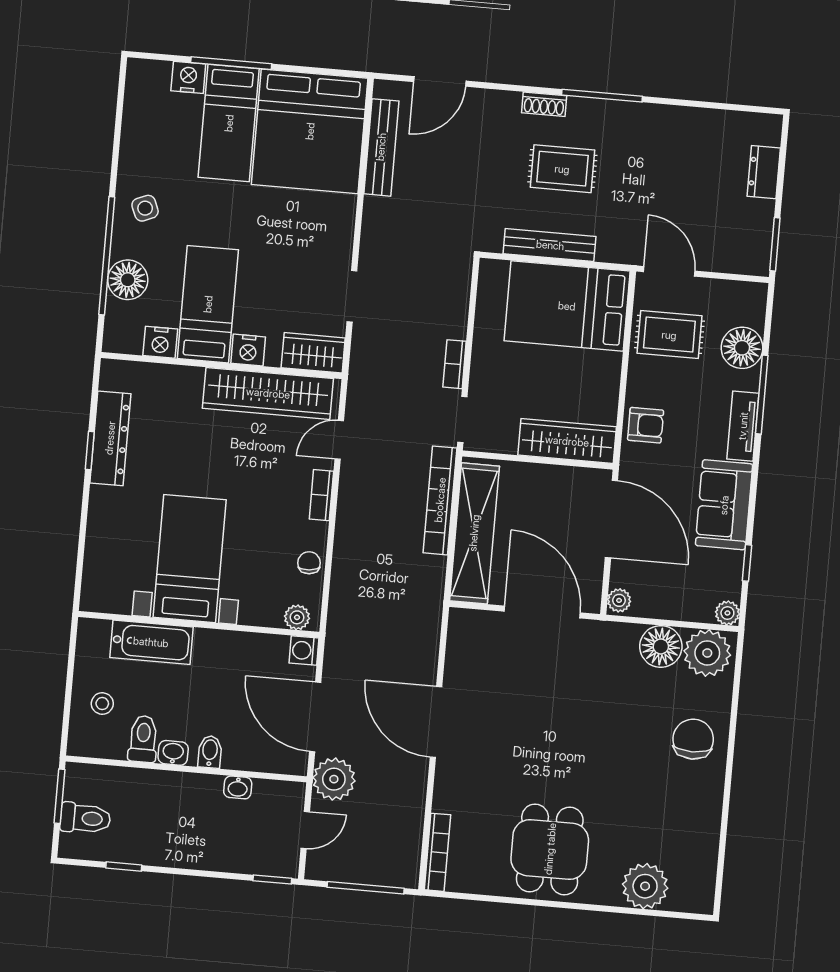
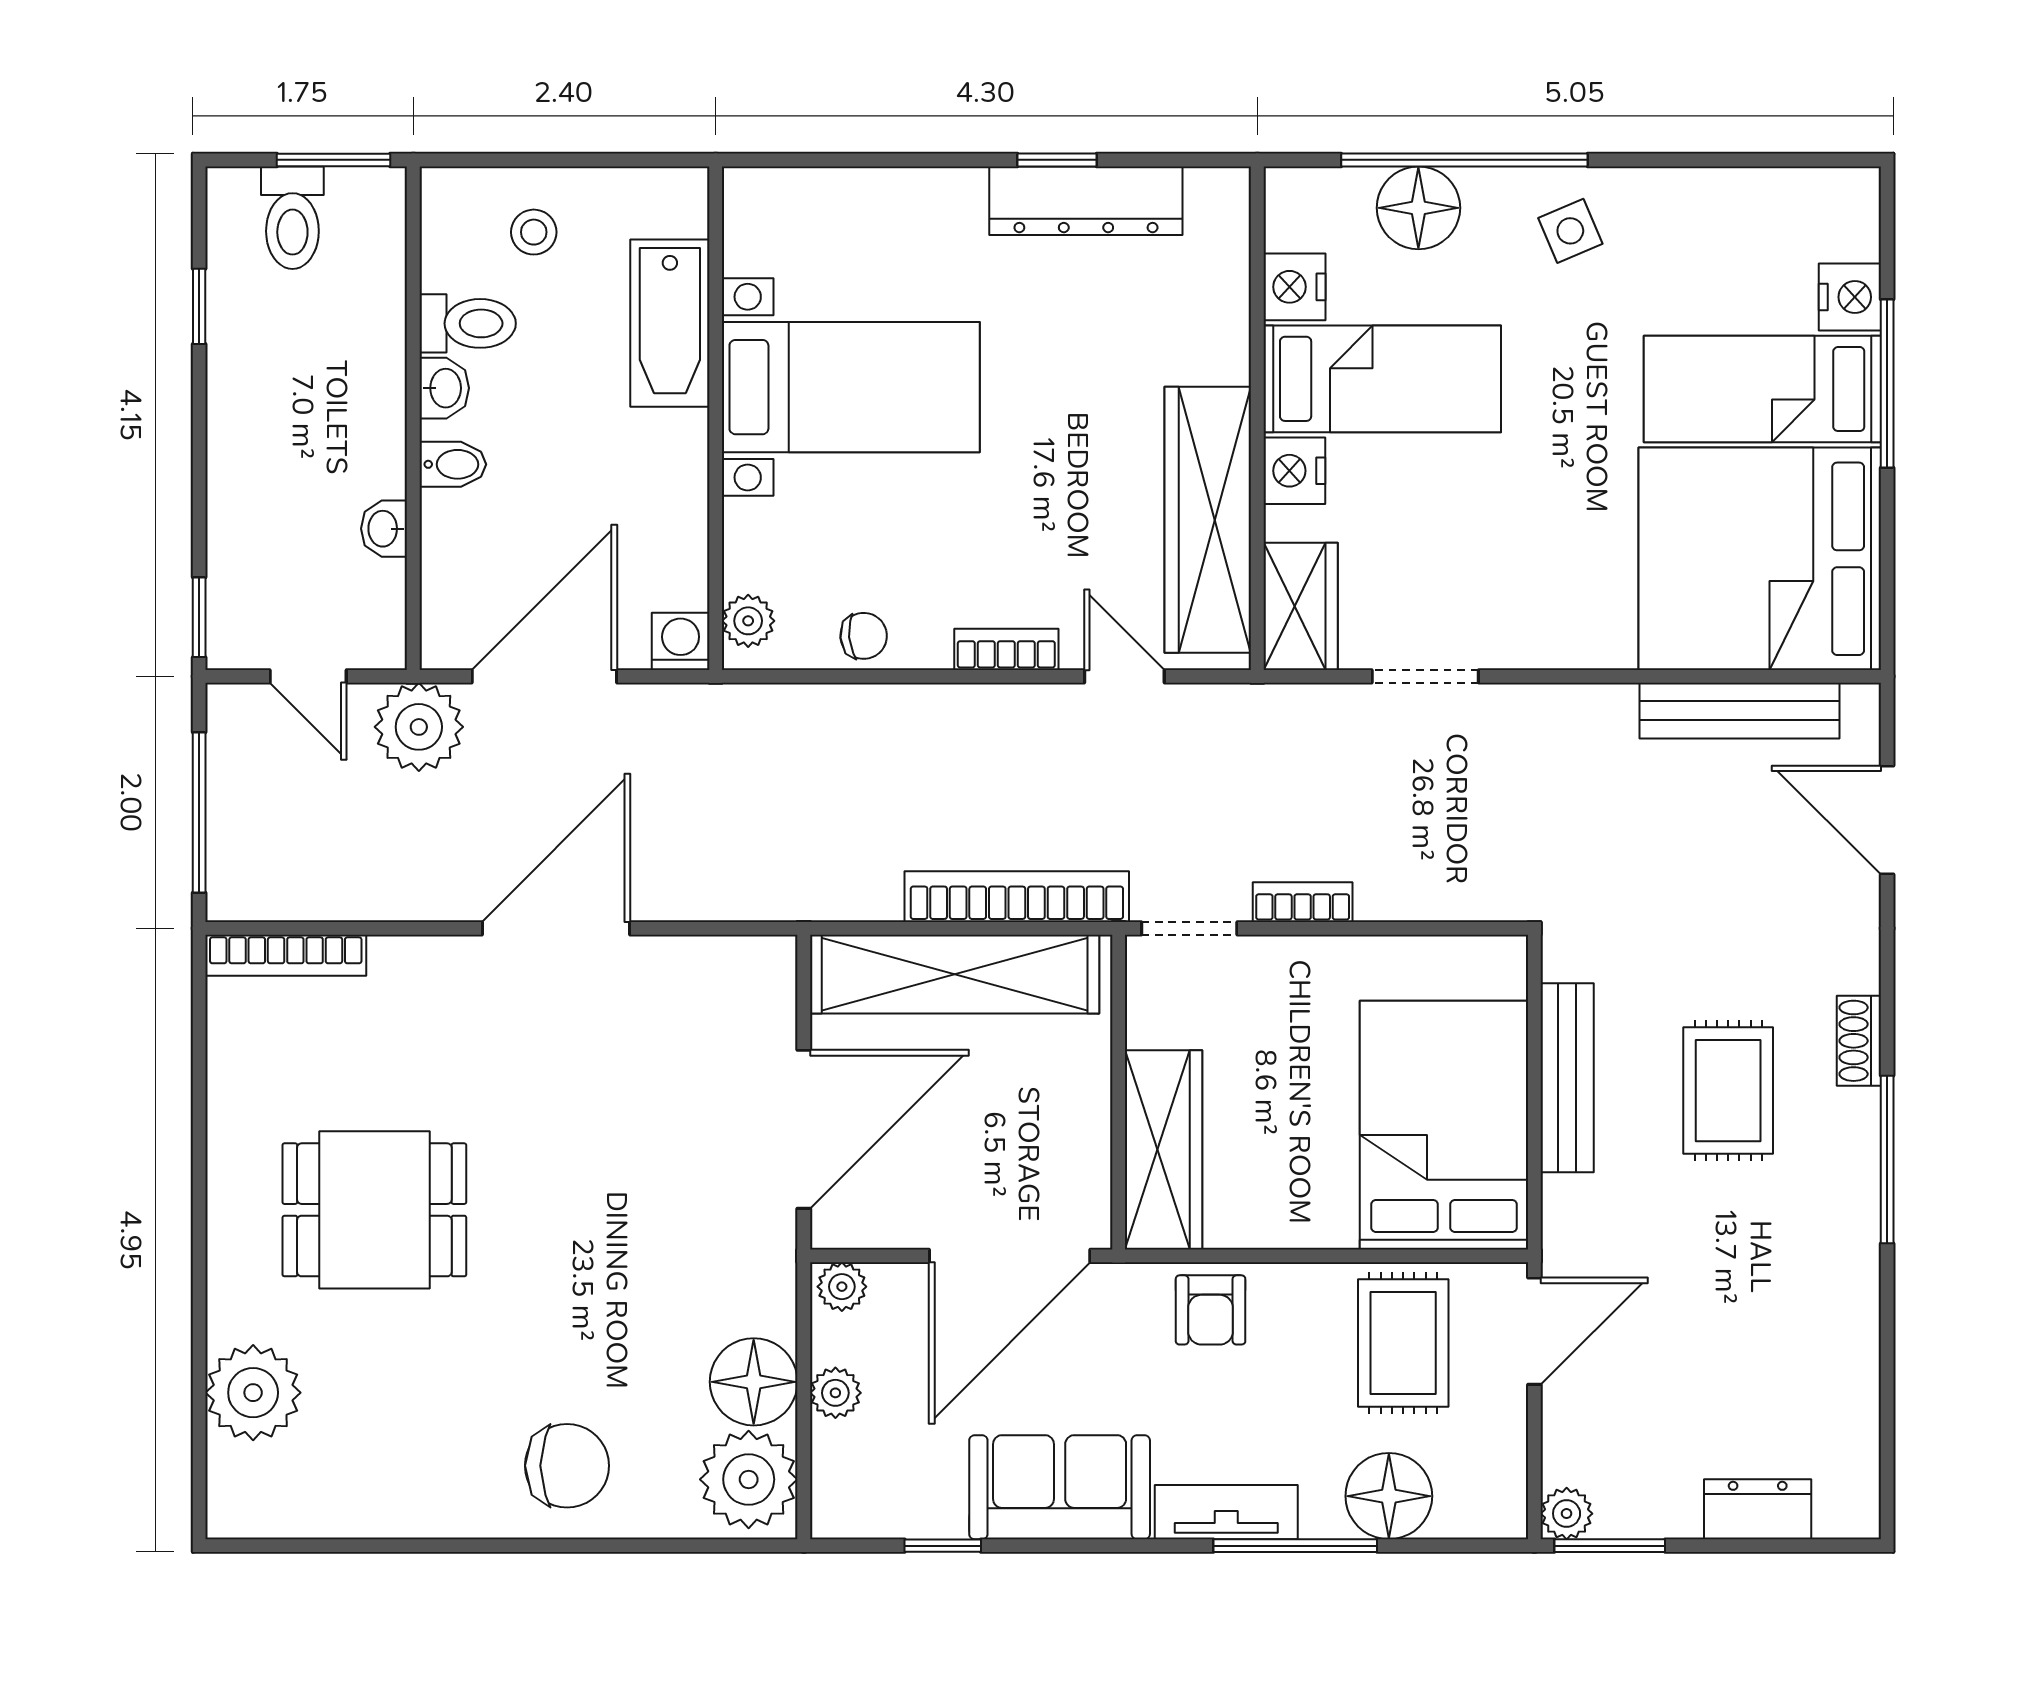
plant: (758, 264) -> (1567, 1514), added
plant: (727, 613) -> (835, 1393), moved
dining table: (550, 849) -> (374, 1210), moved

